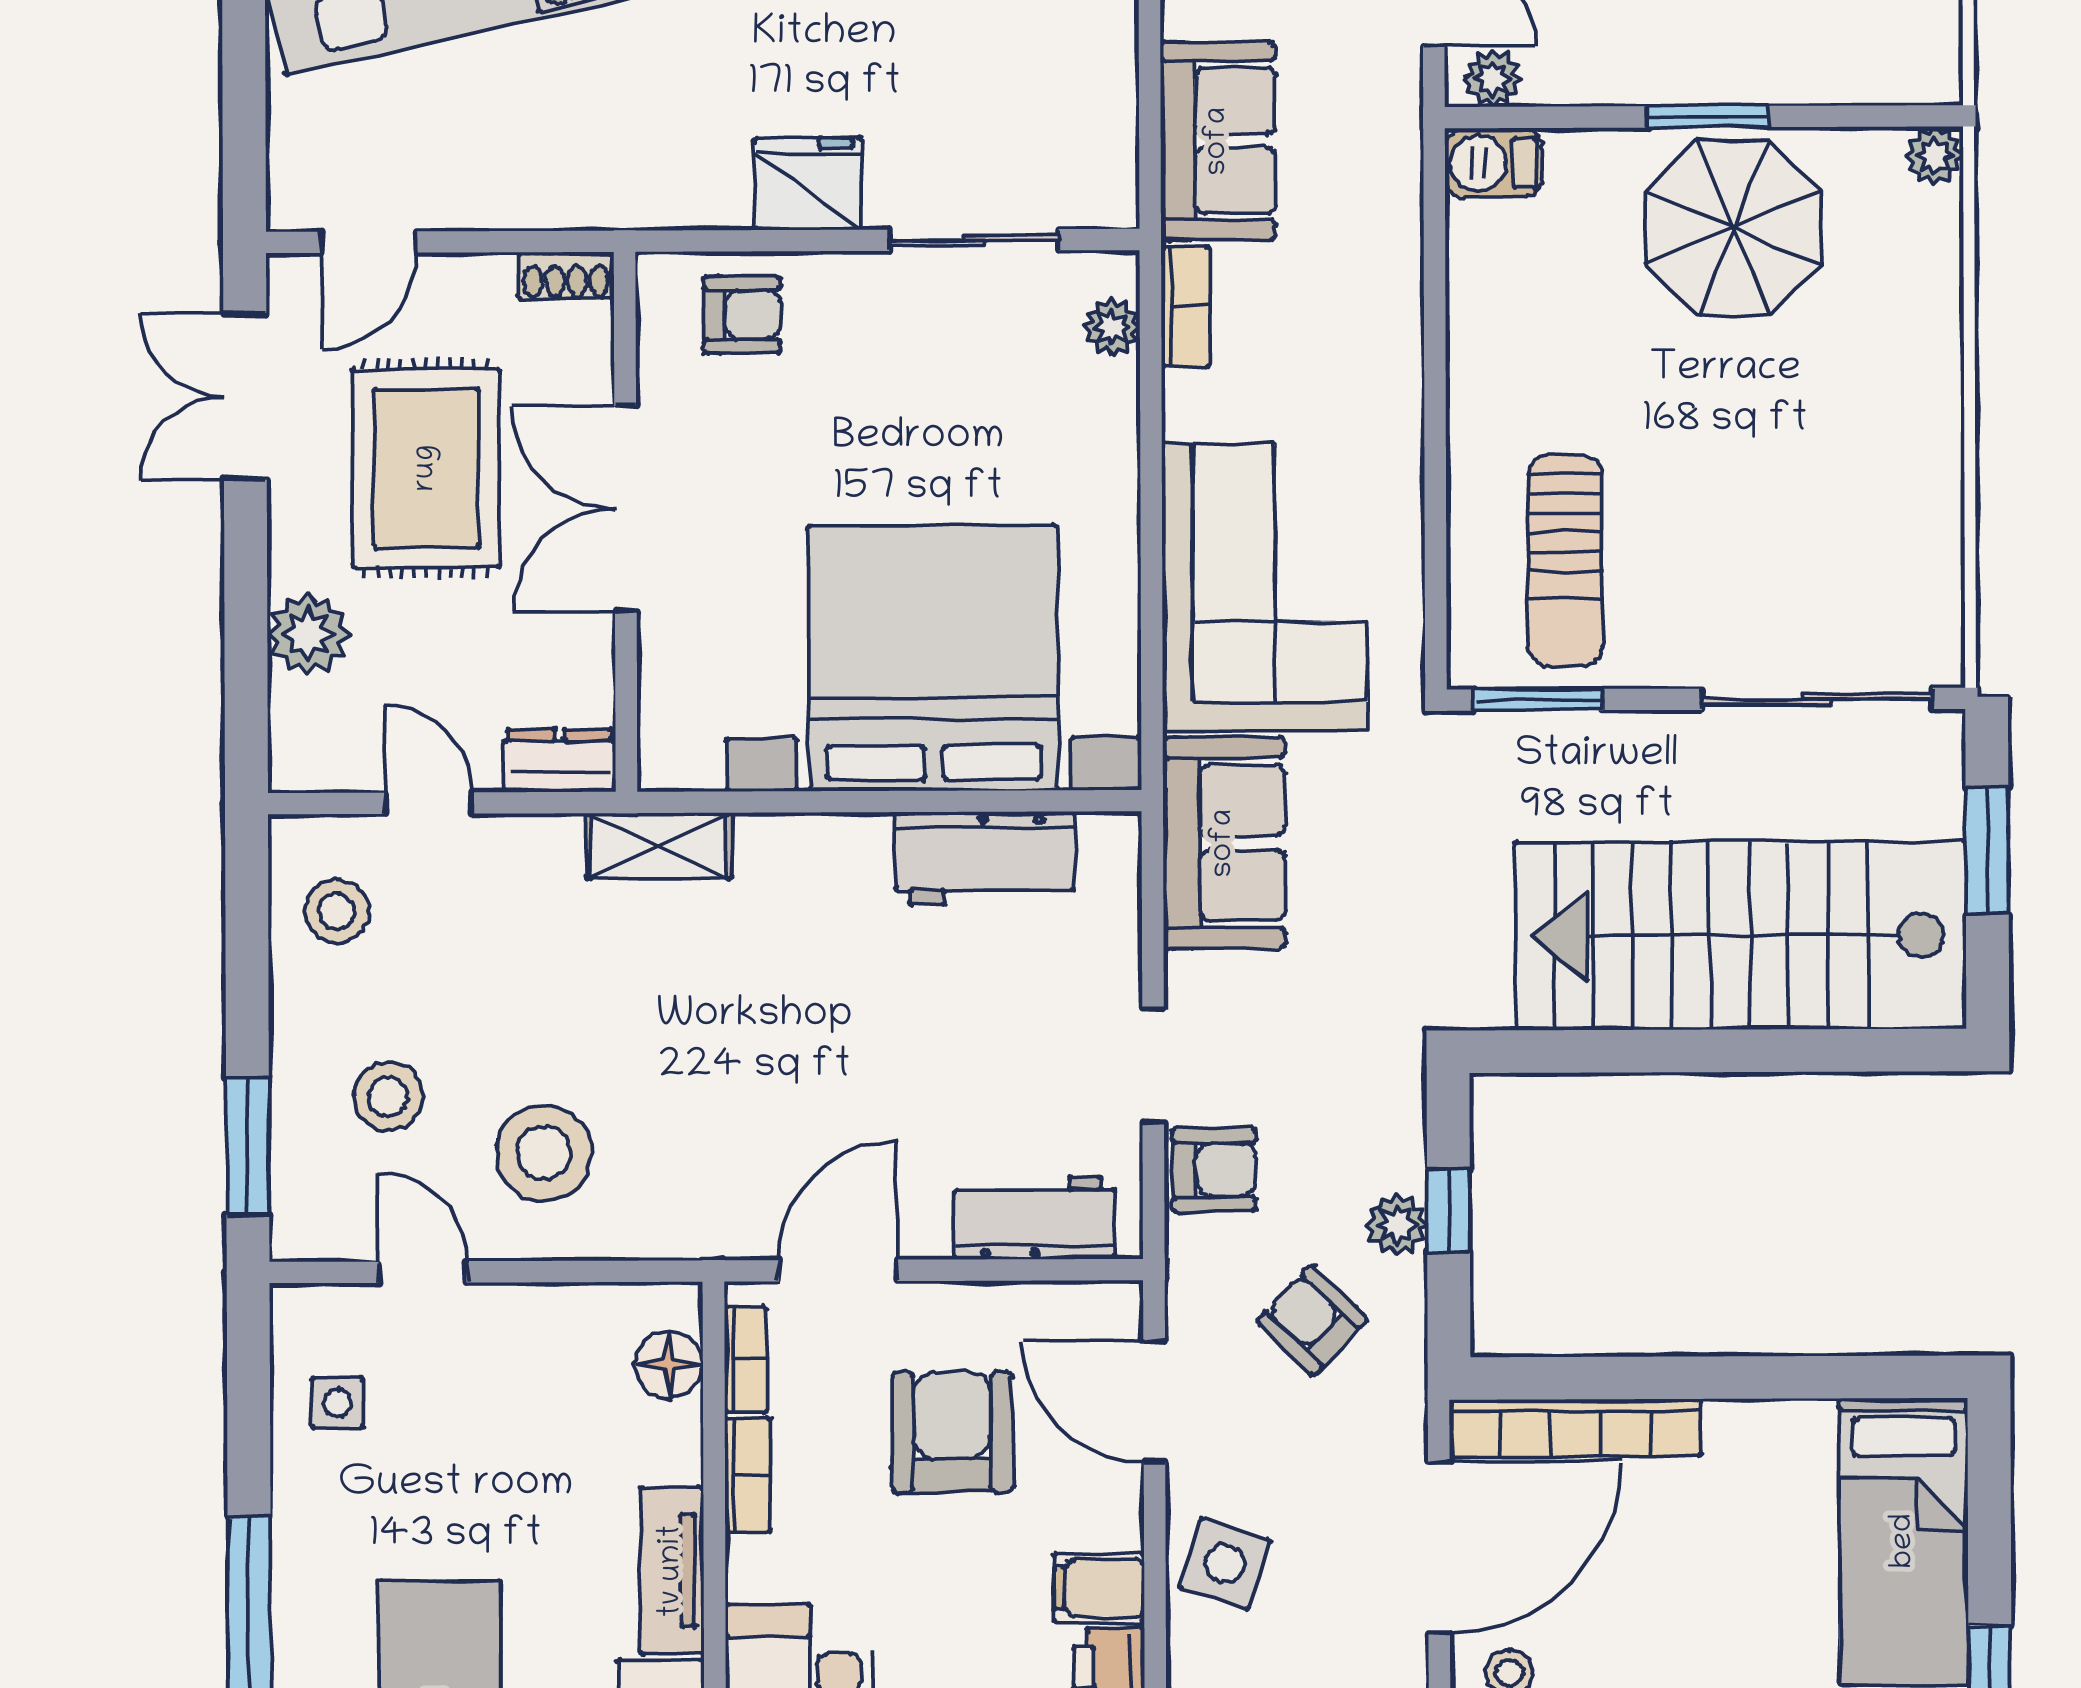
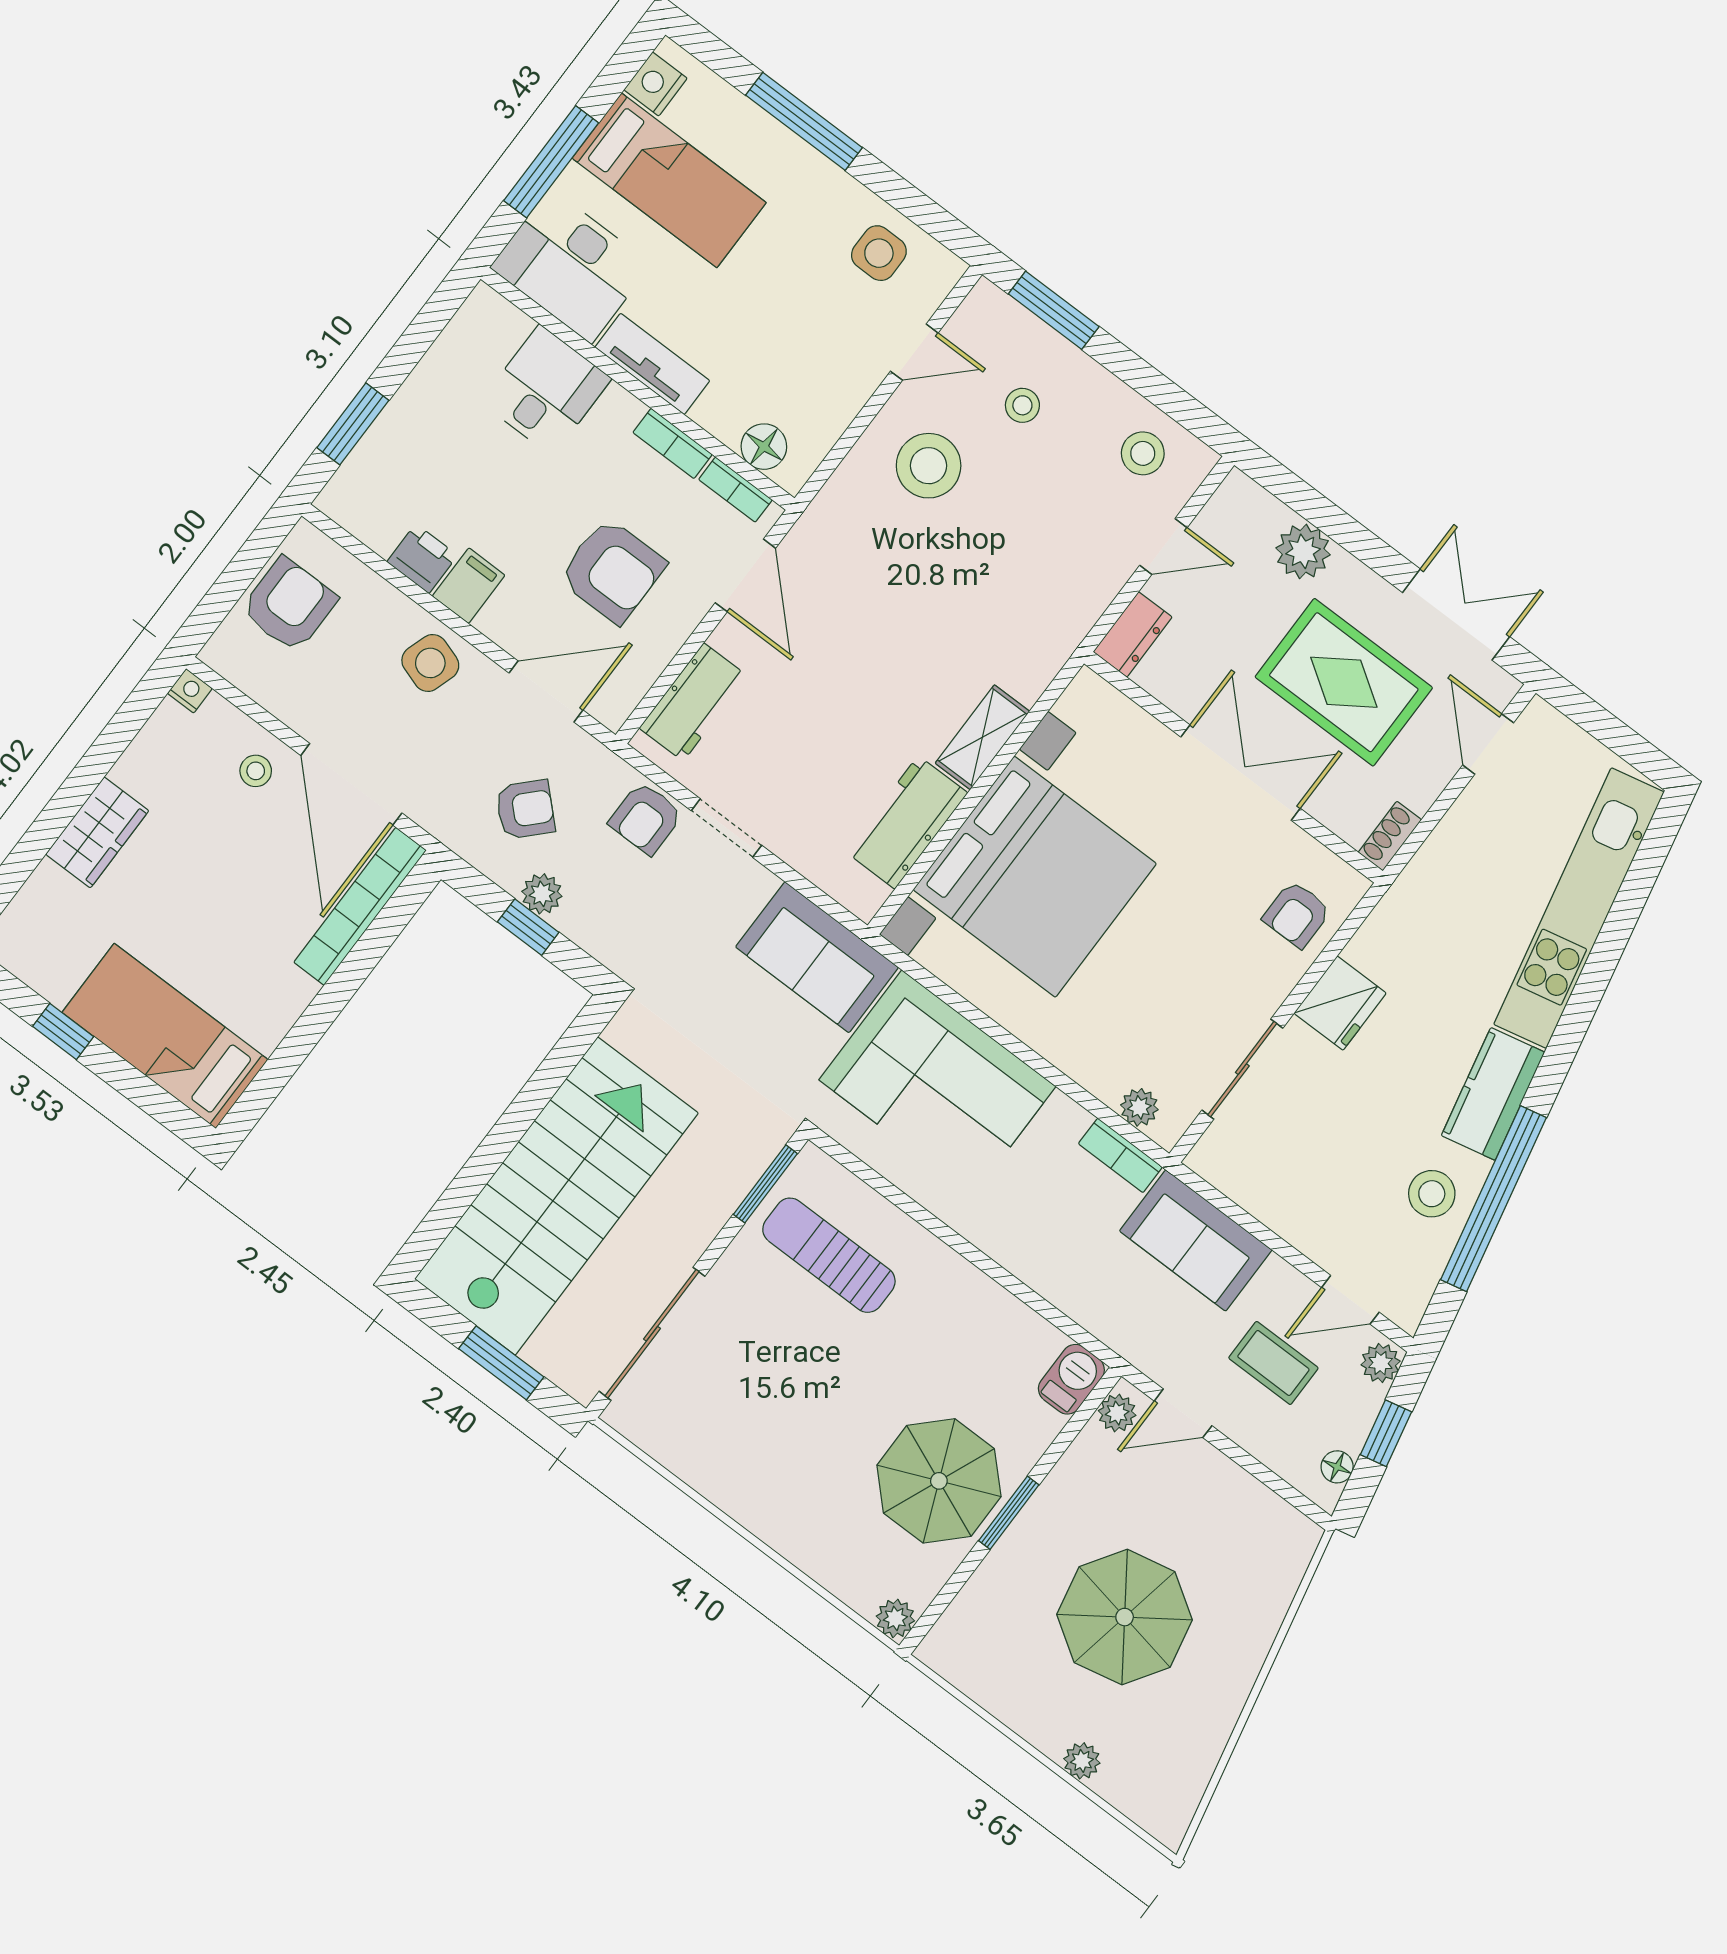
shelving: (659, 846) -> (982, 737), moved
stool: (388, 1096) -> (1022, 405), width x0.73, depth x0.73
side table: (337, 1403) -> (879, 253), width x1.37, depth x1.37

